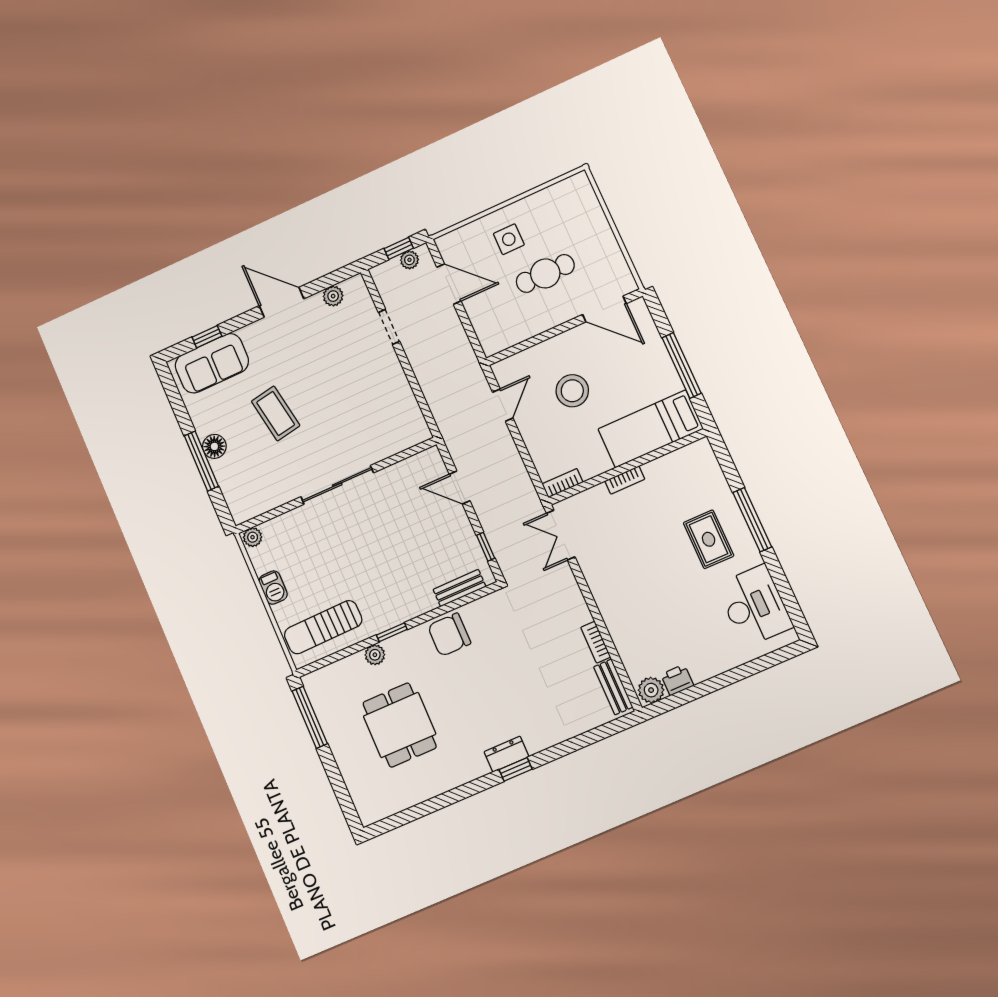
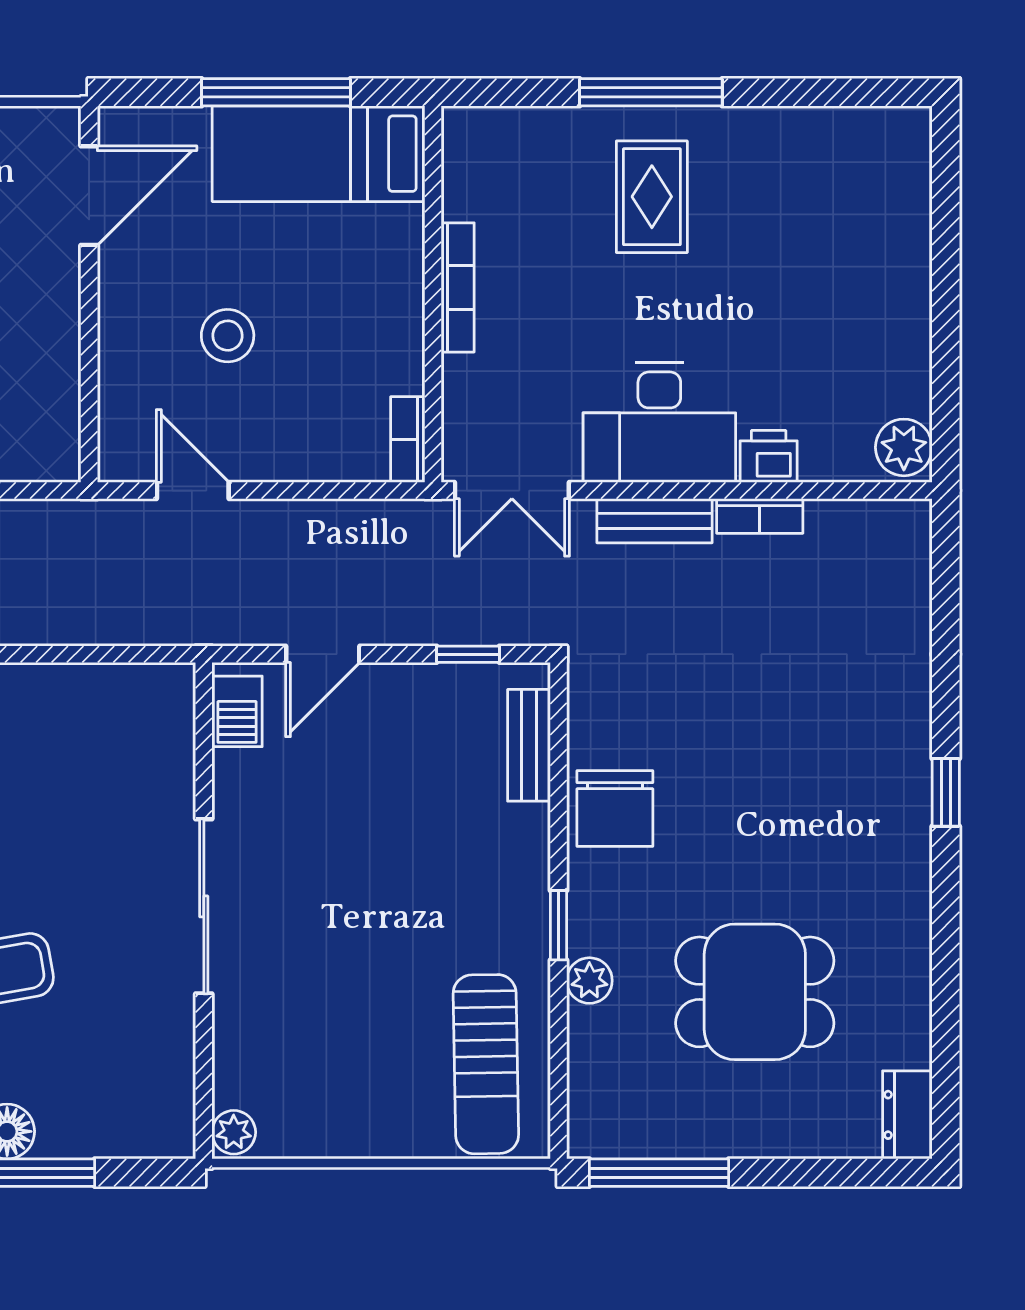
stool: (572, 391) -> (228, 336), width x0.73, depth x0.73
bed: (651, 429) -> (318, 154), moved, turned 90
bookcase: (625, 480) -> (458, 287), width x1.56
rug: (709, 539) -> (652, 197), turned 90
barbecue: (273, 588) -> (237, 711), moved, turned 90
desk: (754, 606) -> (659, 422), moved, turned 180
printer: (677, 680) -> (769, 456), moved, turned 90
bench: (613, 687) -> (654, 521), moved
dresser: (507, 754) -> (907, 1115), moved

